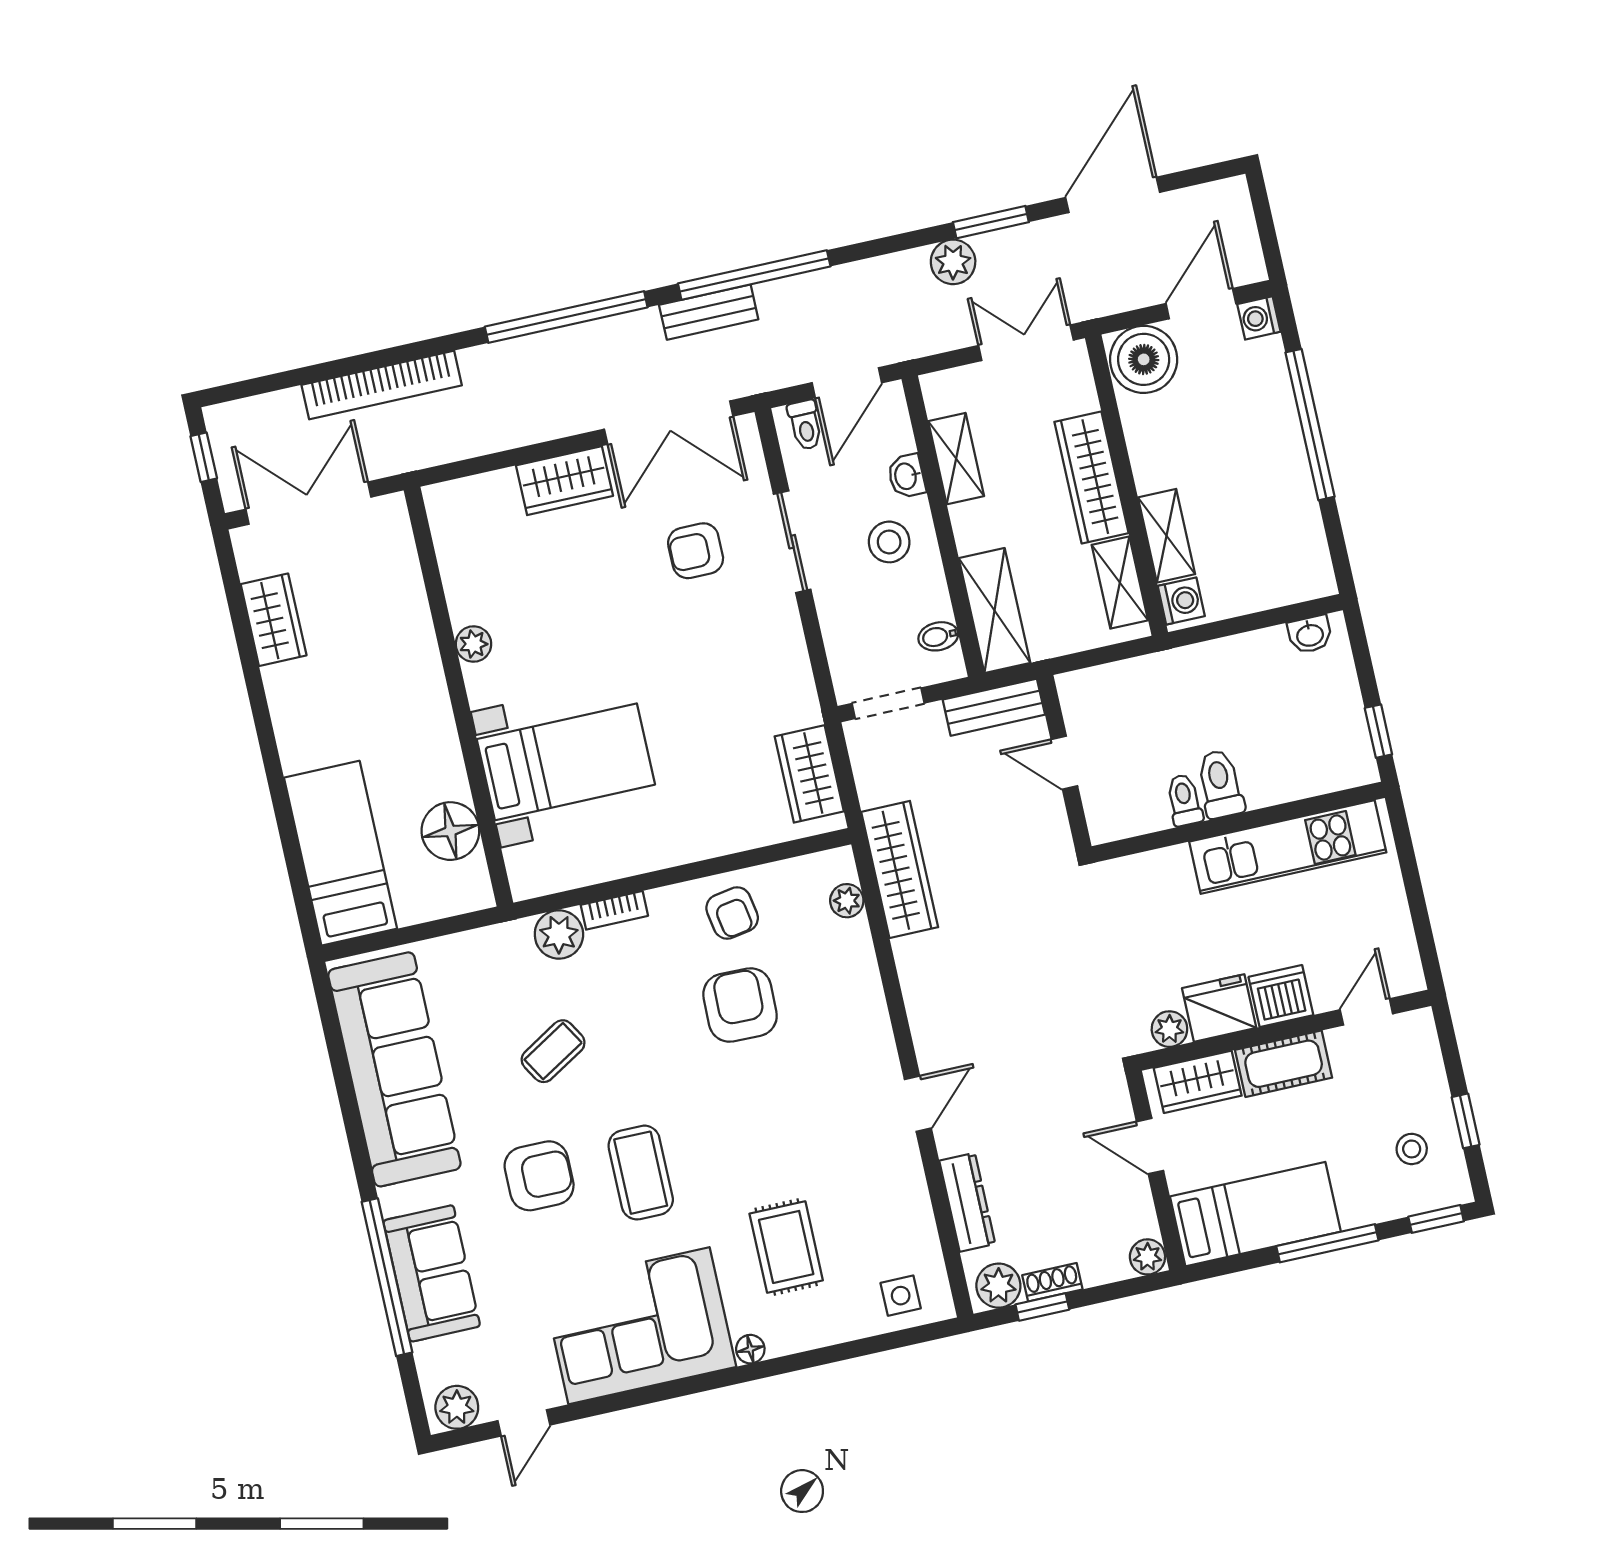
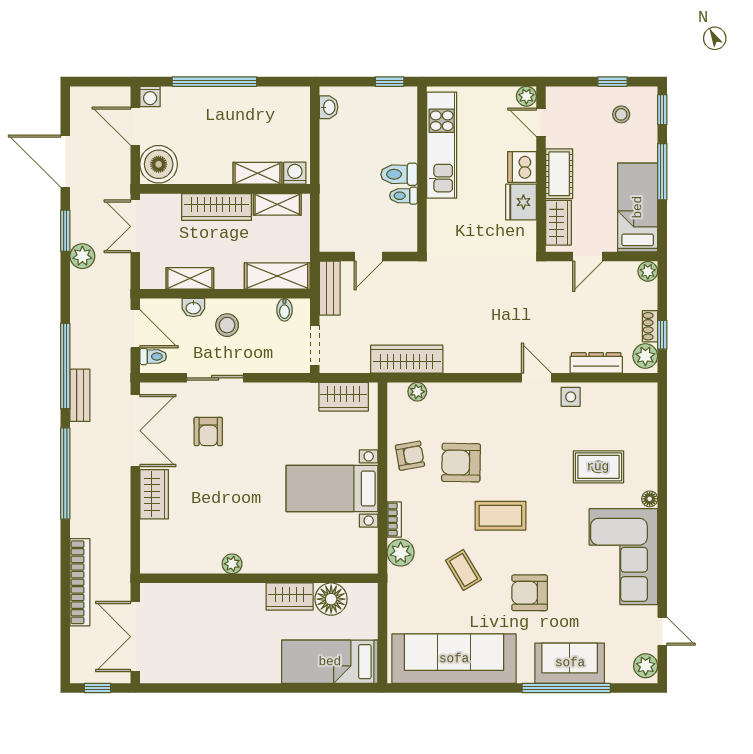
wardrobe: (274, 620) -> (290, 597), moved, turned 180
bed with nightstands: (566, 762) -> (332, 489), moved, turned -90
plant: (1169, 1029) -> (526, 96), moved
coffee table: (641, 1173) -> (500, 516), moved
armchair: (539, 1176) -> (530, 593), turned -90
side table: (901, 1296) -> (571, 397), moved

